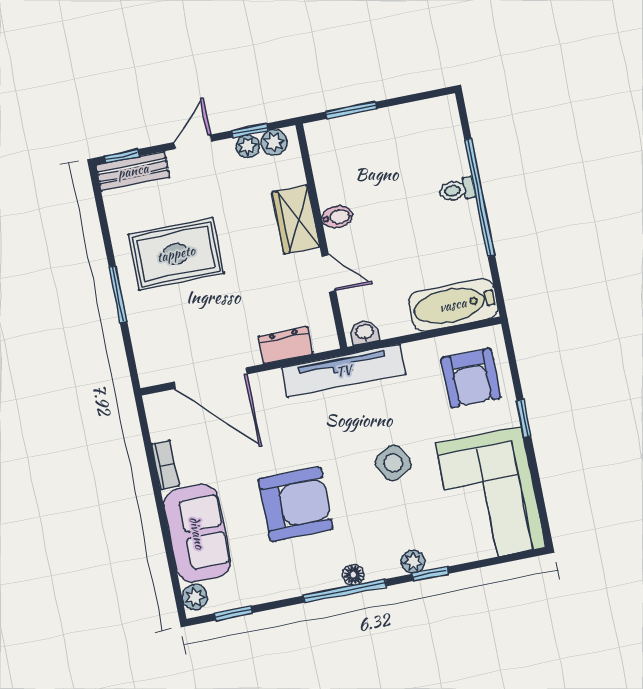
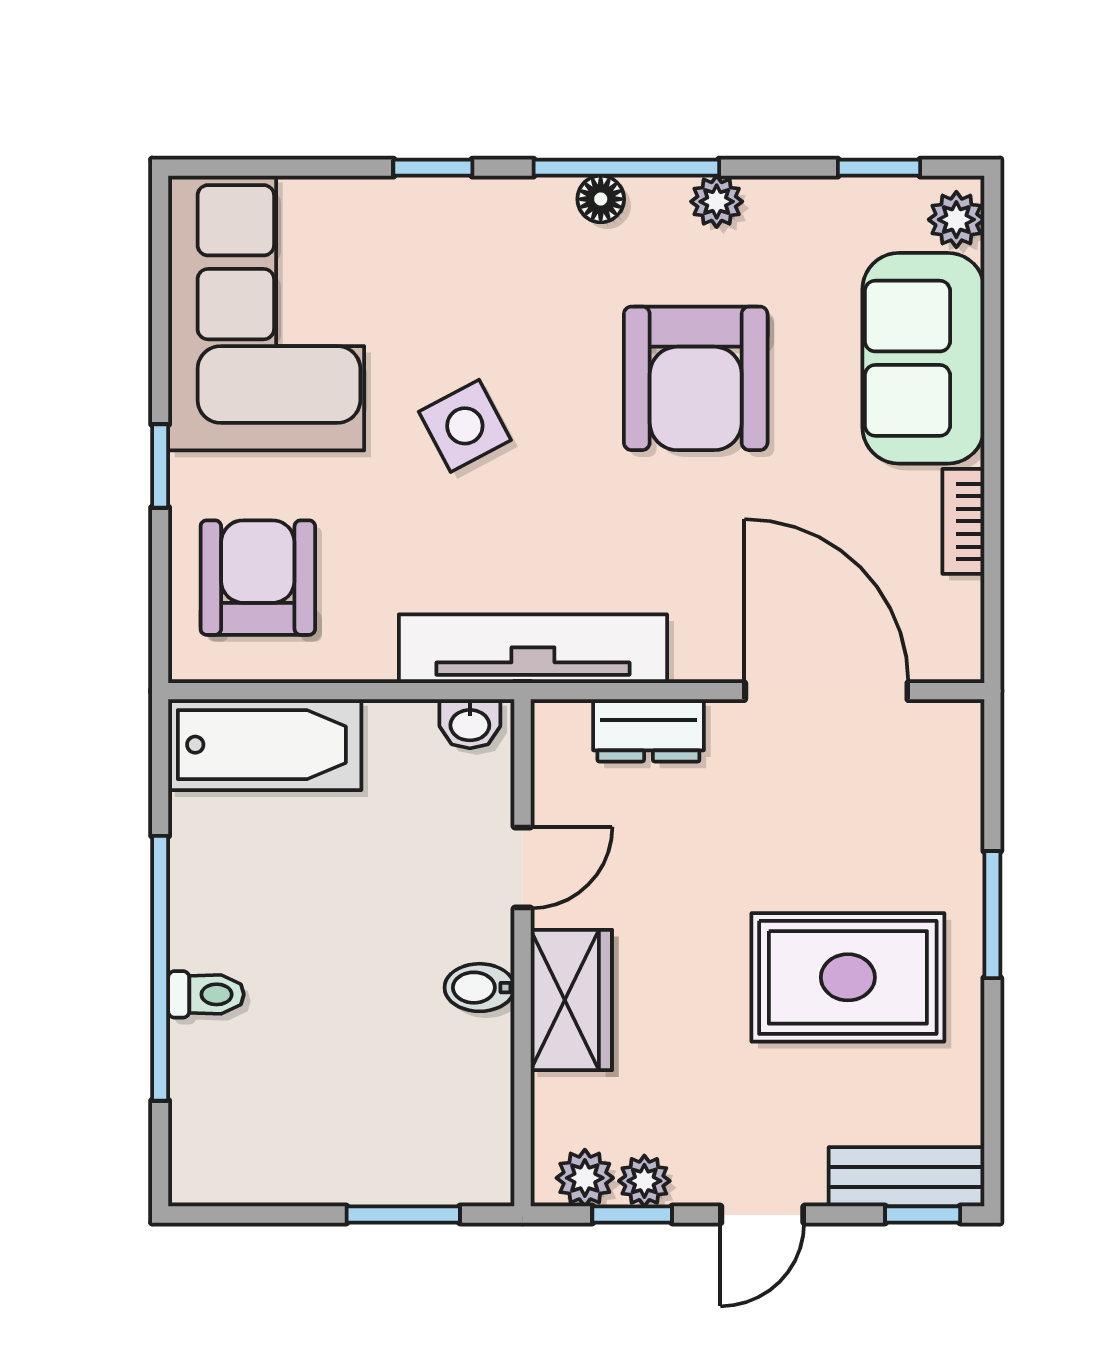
door: (329, 274) -> (523, 868), swing flipped
armchair: (296, 504) -> (696, 378), turned -90
plant: (413, 562) -> (717, 202), moved

